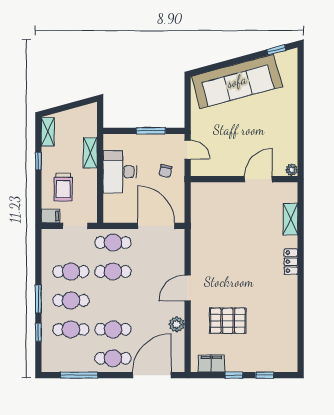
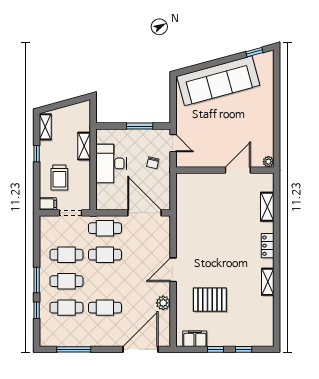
shelving: (291, 301) -> (268, 282), added
cafe table: (113, 358) -> (105, 334), removed

